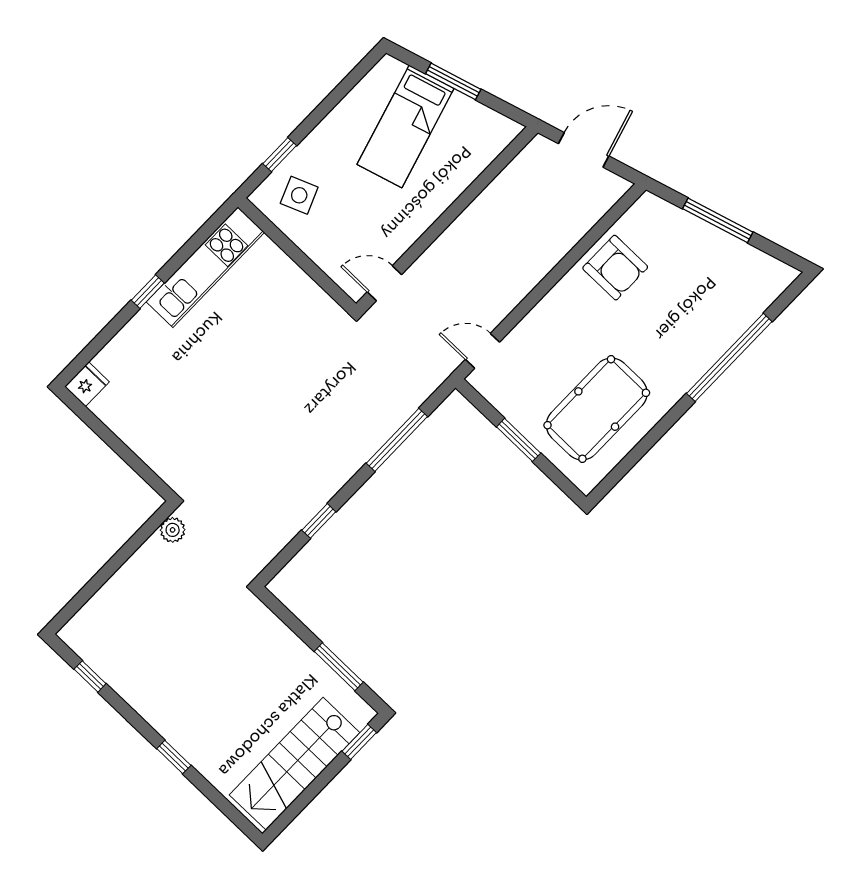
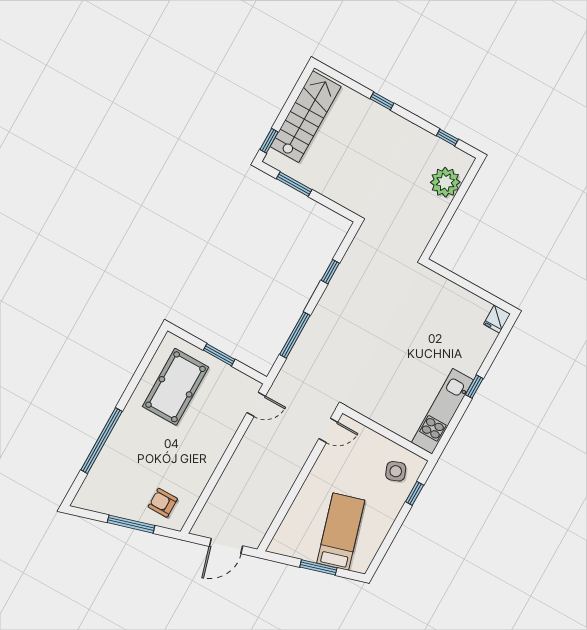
armchair: (615, 268) -> (163, 503), moved, width x0.72, depth x0.72
plant: (173, 530) -> (445, 182), moved, width x1.88, depth x1.88

